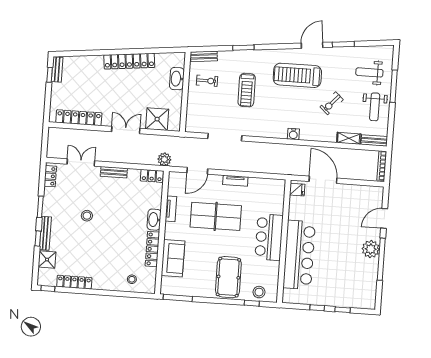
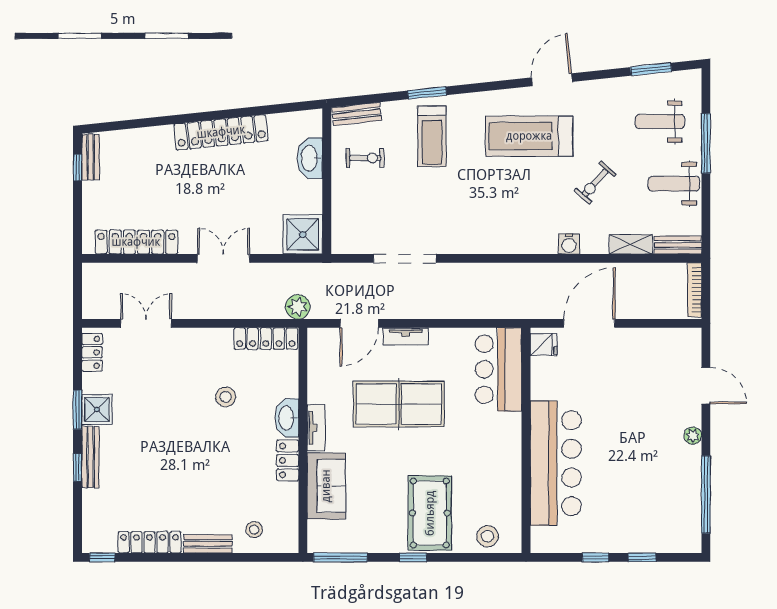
window: (343, 44) -> (651, 69), moved
treadmill: (247, 90) -> (432, 136), moved
weight bench: (375, 107) -> (674, 184), turned 90
shower: (157, 119) -> (303, 234), moved
water cooler: (293, 134) -> (569, 244), moved
bench: (114, 172) -> (208, 544), moved
locker: (152, 176) -> (266, 339), width x1.53
door: (323, 180) -> (589, 323), hinge flipped
tv unit: (235, 181) -> (406, 336), moved
tv unit: (171, 209) -> (316, 428), moved
stool: (87, 216) -> (226, 397), moved
door: (384, 218) -> (706, 386), swing flipped
bar counter: (269, 237) -> (499, 369), moved
locker: (152, 249) -> (288, 460), width x0.66
plant: (371, 249) -> (693, 436), width x0.53, depth x0.53
window: (381, 259) -> (706, 494), moved
shower: (47, 260) -> (97, 410), moved
window: (252, 303) -> (413, 557), moved

